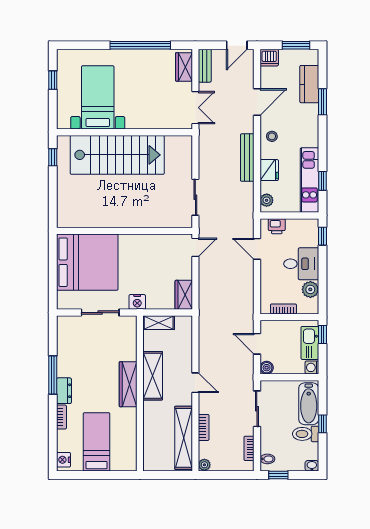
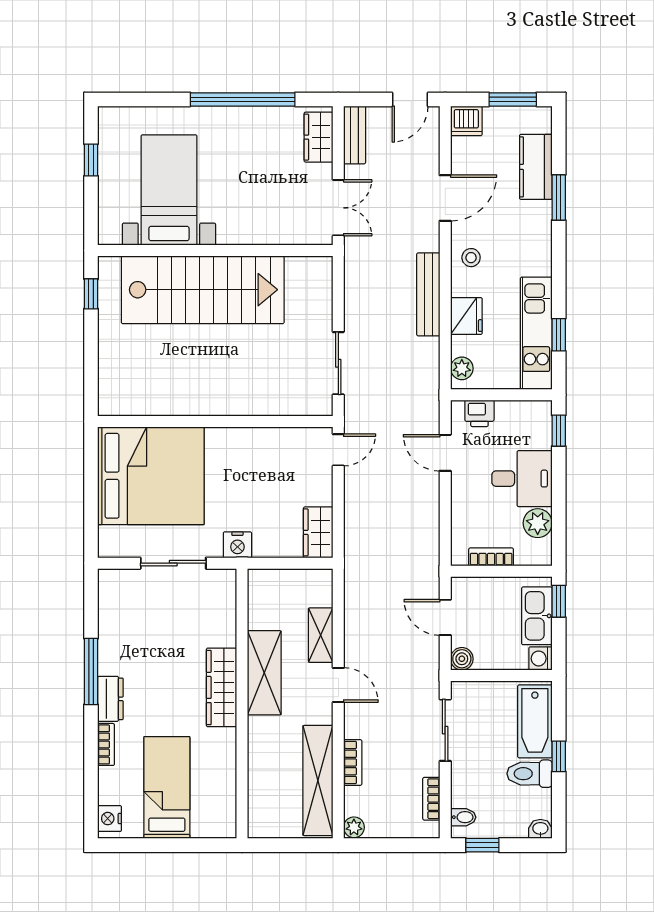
shelving: (159, 323) -> (321, 635), moved, turned 90

